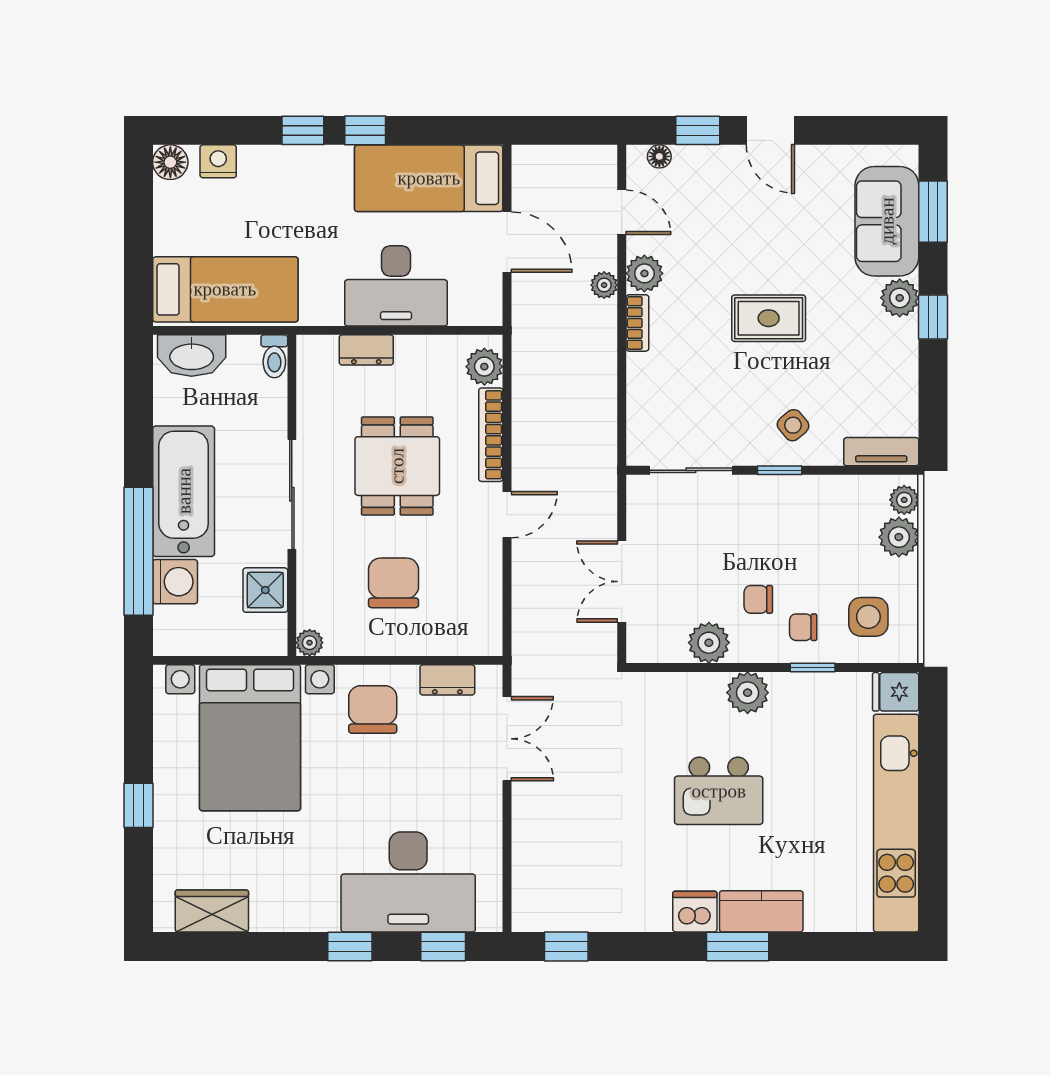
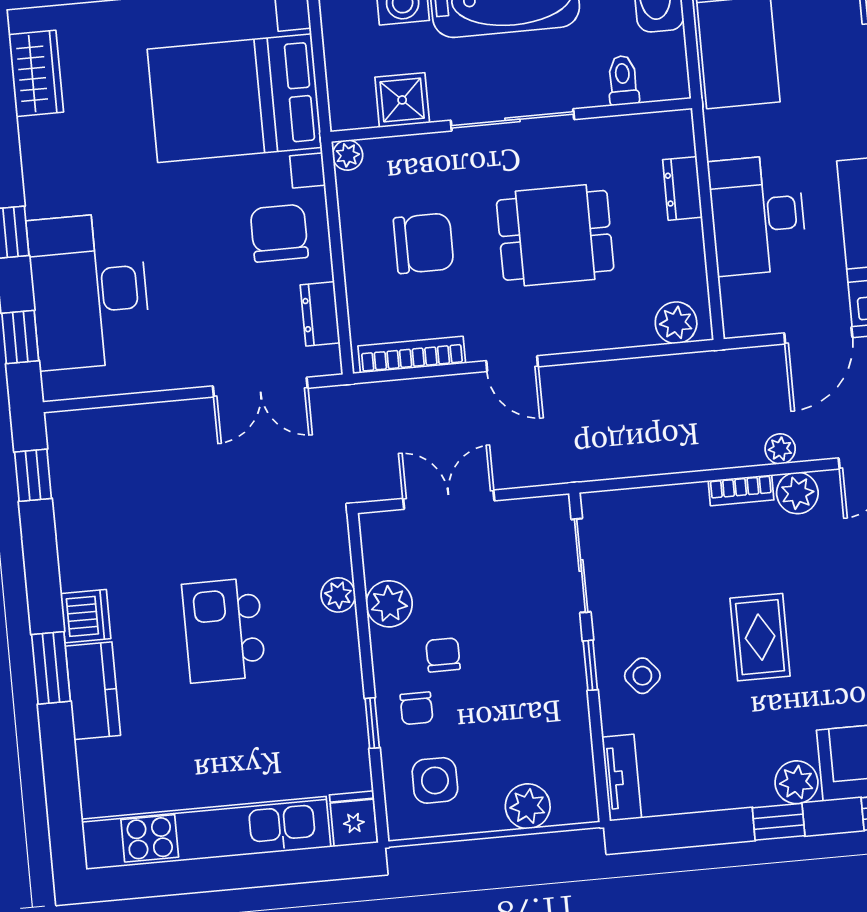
toilet: (274, 356) -> (623, 80), moved, turned 90
bookcase: (491, 435) -> (412, 355), moved
plant: (904, 500) -> (570, 808), removed
chair: (803, 627) -> (416, 708), turned 180
plant: (748, 693) -> (338, 595), moved, width x0.73, depth x0.73
chair: (373, 709) -> (279, 233), turned -90

